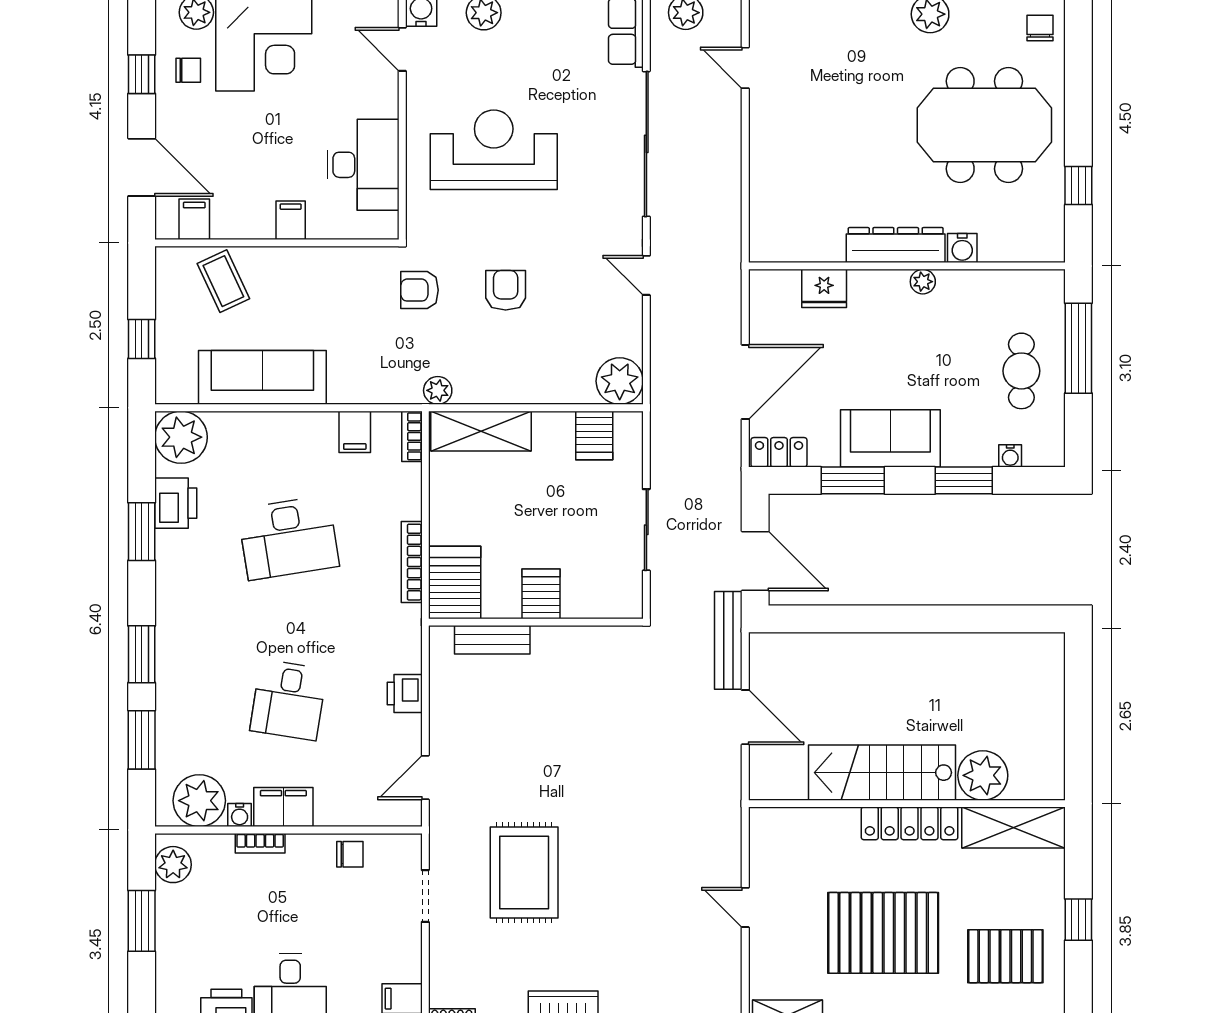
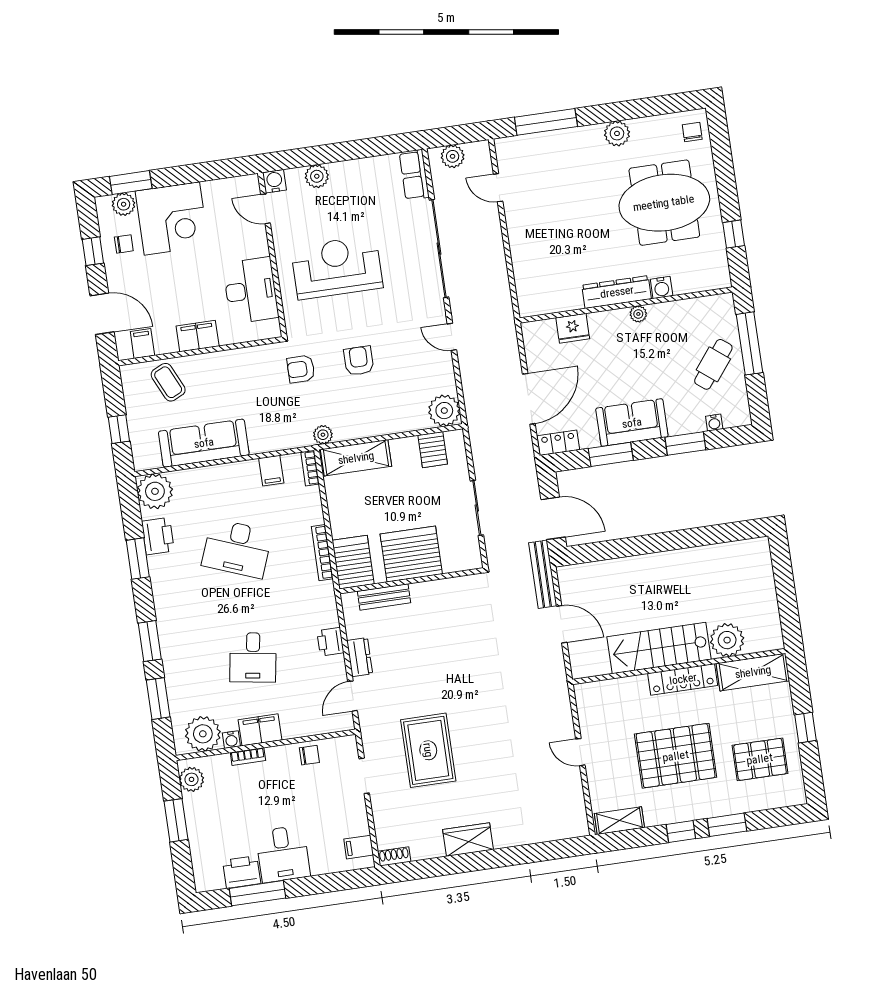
filing cabinet: (291, 220) -> (198, 336), width x2.00
cafe table: (1021, 371) -> (713, 364), turned 38
desk: (288, 538) -> (237, 548), turned 30
server rack: (541, 594) -> (411, 554), width x2.18, depth x1.44
dresser: (444, 722) -> (360, 657), added

